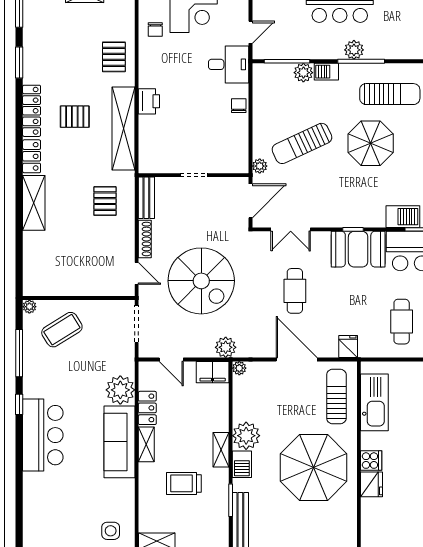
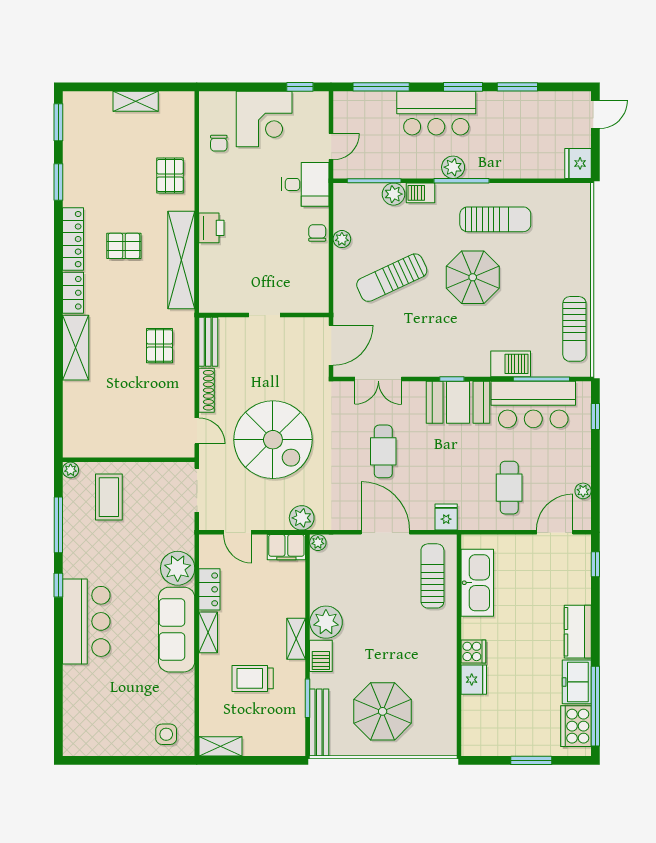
plant: (260, 166) -> (342, 239), moved
coffee table: (62, 330) -> (109, 497), turned -58
parasol: (314, 467) -> (383, 711), moved, width x0.73, depth x0.73

